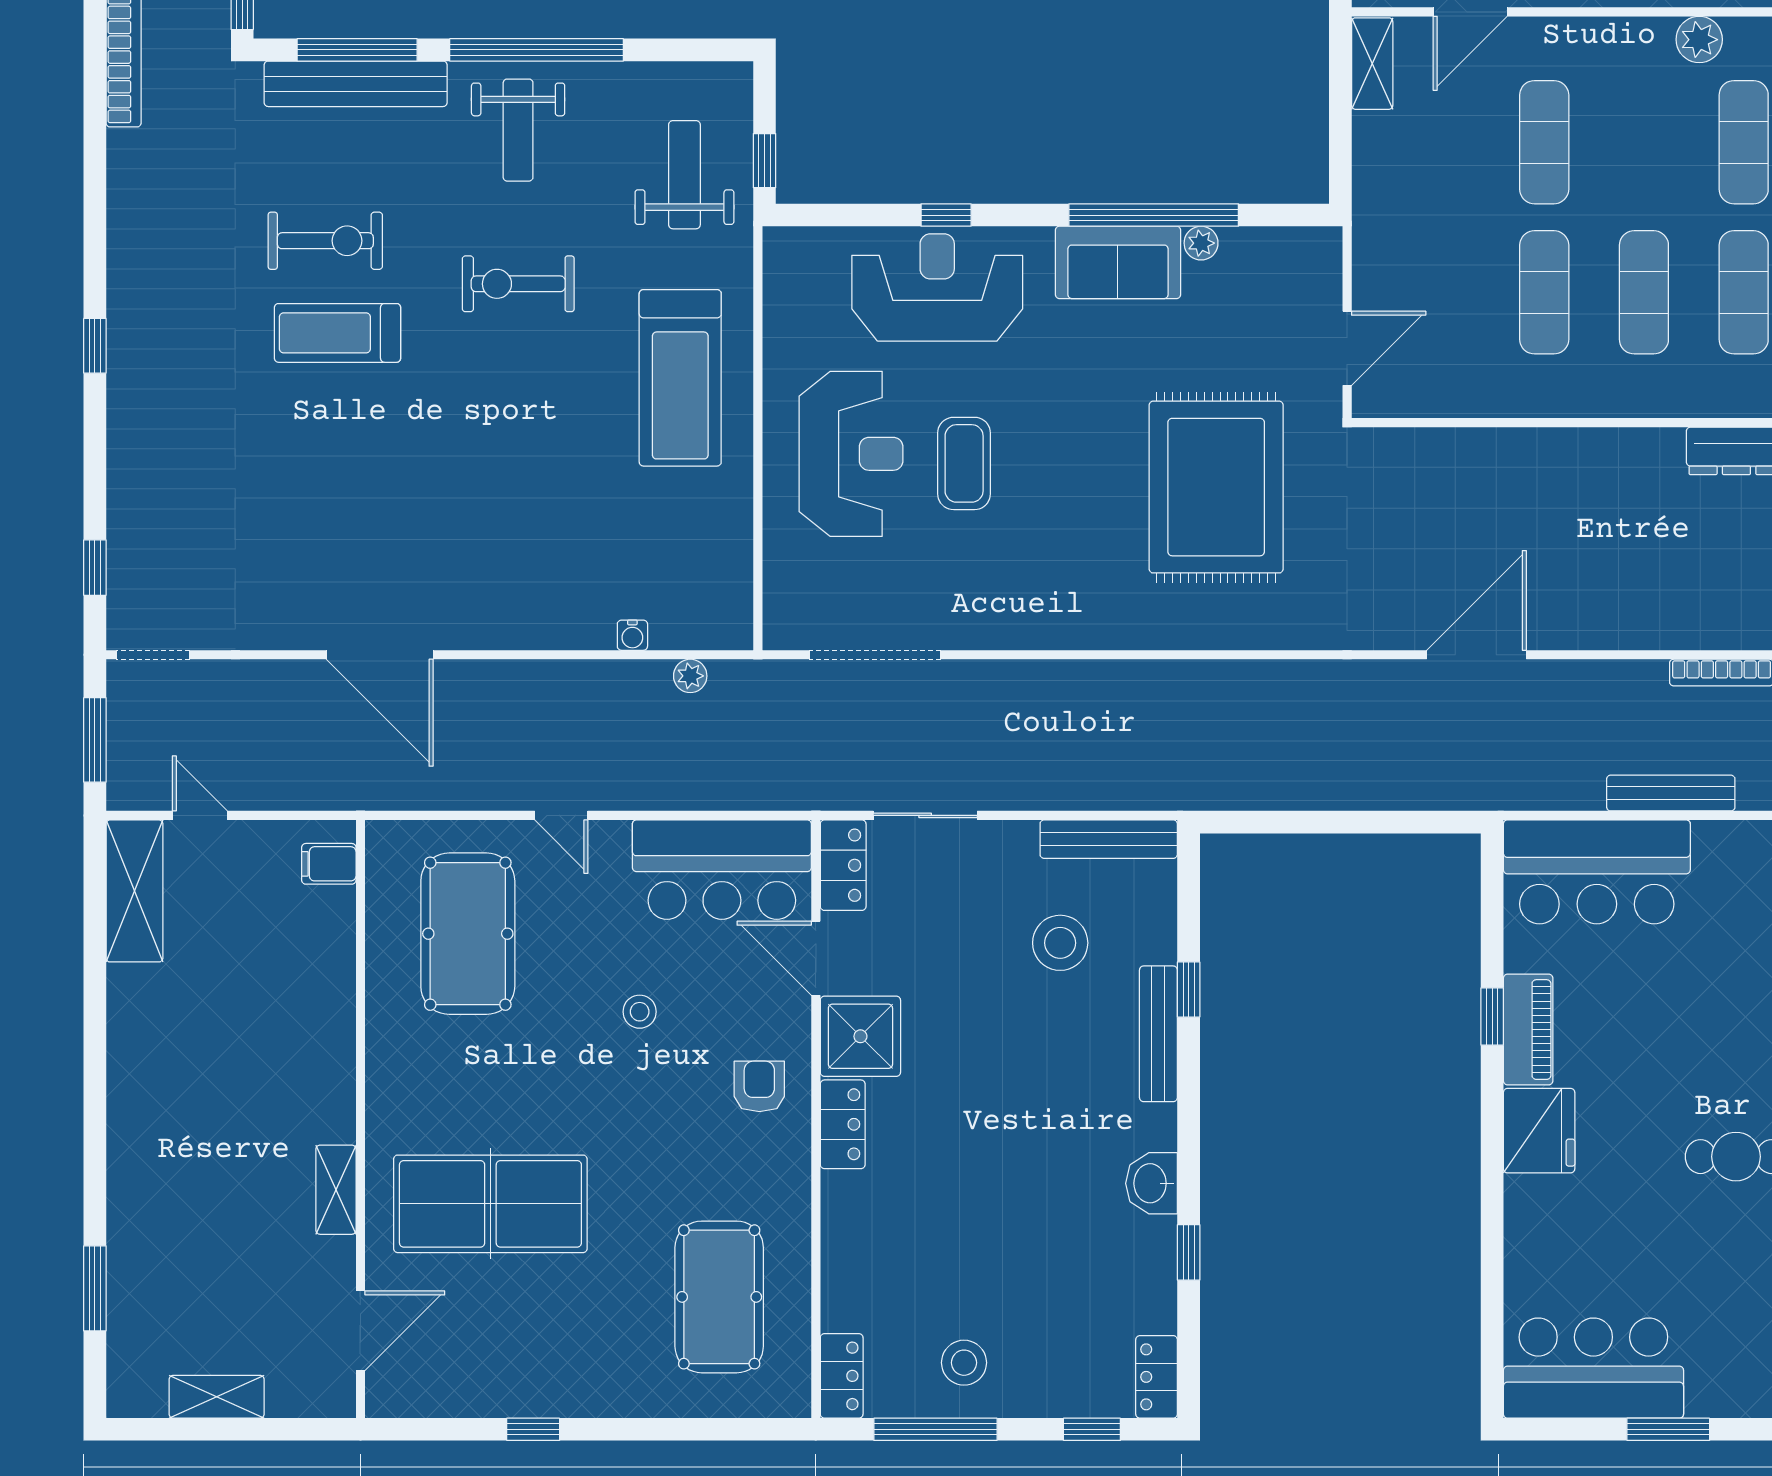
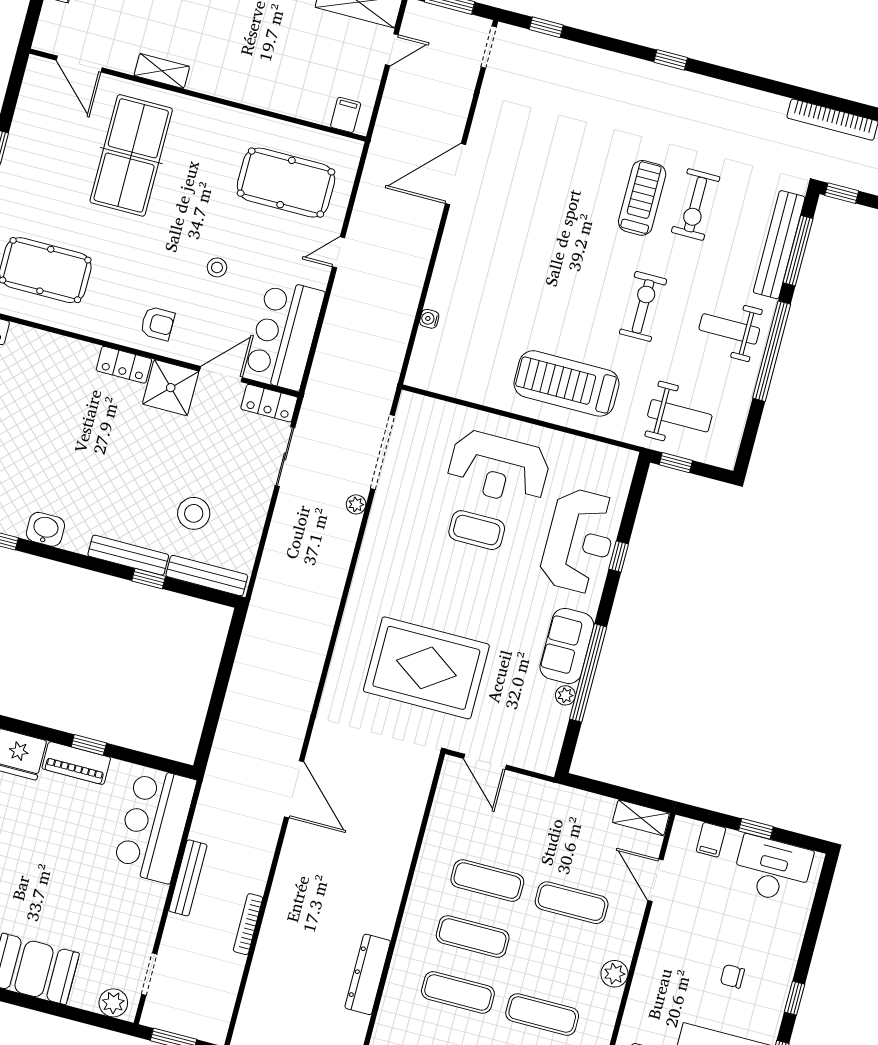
plant: (1699, 40) -> (614, 974), moved
plant: (690, 676) -> (356, 504), moved
bench: (1109, 839) -> (207, 576), moved, turned 90

